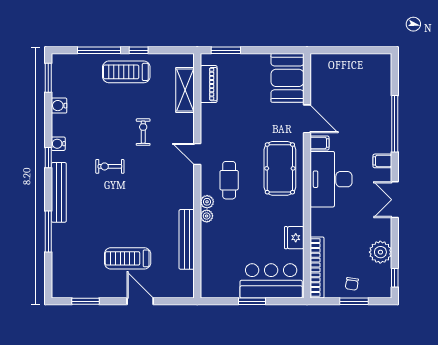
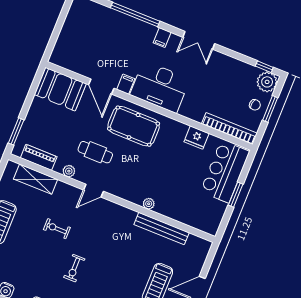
door: (307, 119) -> (101, 87), swing flipped
cafe table: (229, 180) -> (95, 152), moved
plant: (207, 202) -> (69, 171), moved
plant: (380, 252) -> (267, 82), moved

